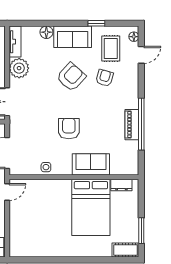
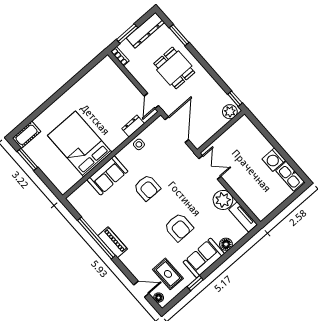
door: (141, 55) -> (141, 289), swing flipped
armchair: (71, 77) -> (179, 227), turned -42
armchair: (105, 78) -> (154, 248), removed
piano: (132, 125) -> (113, 242), moved
dresser: (121, 185) -> (133, 126), moved

